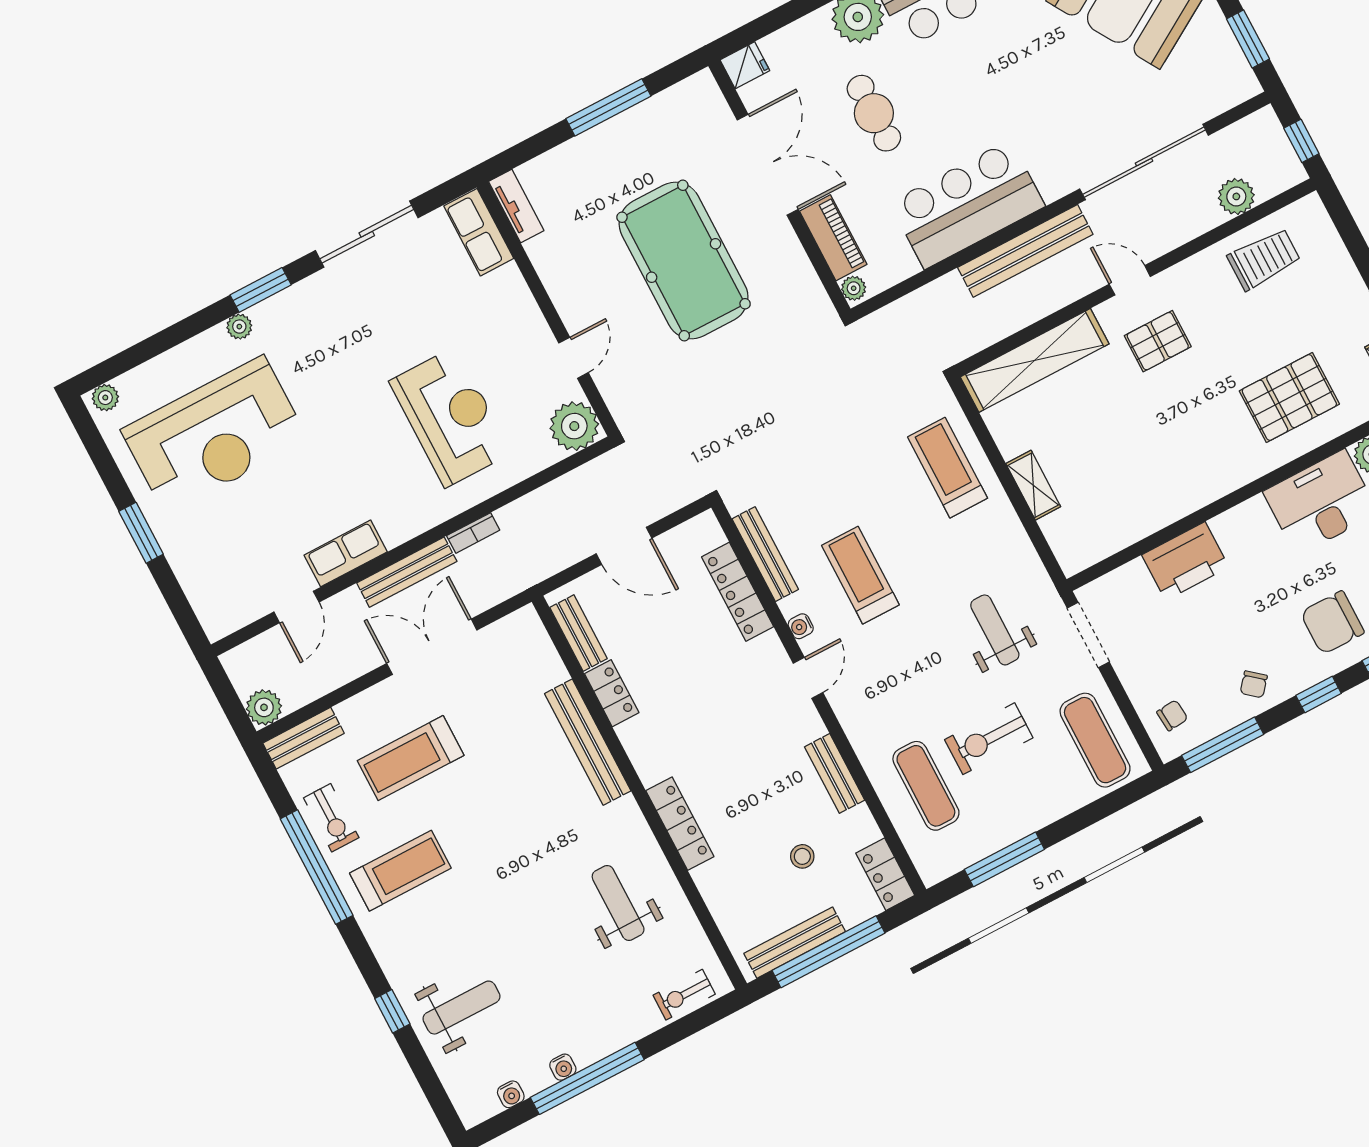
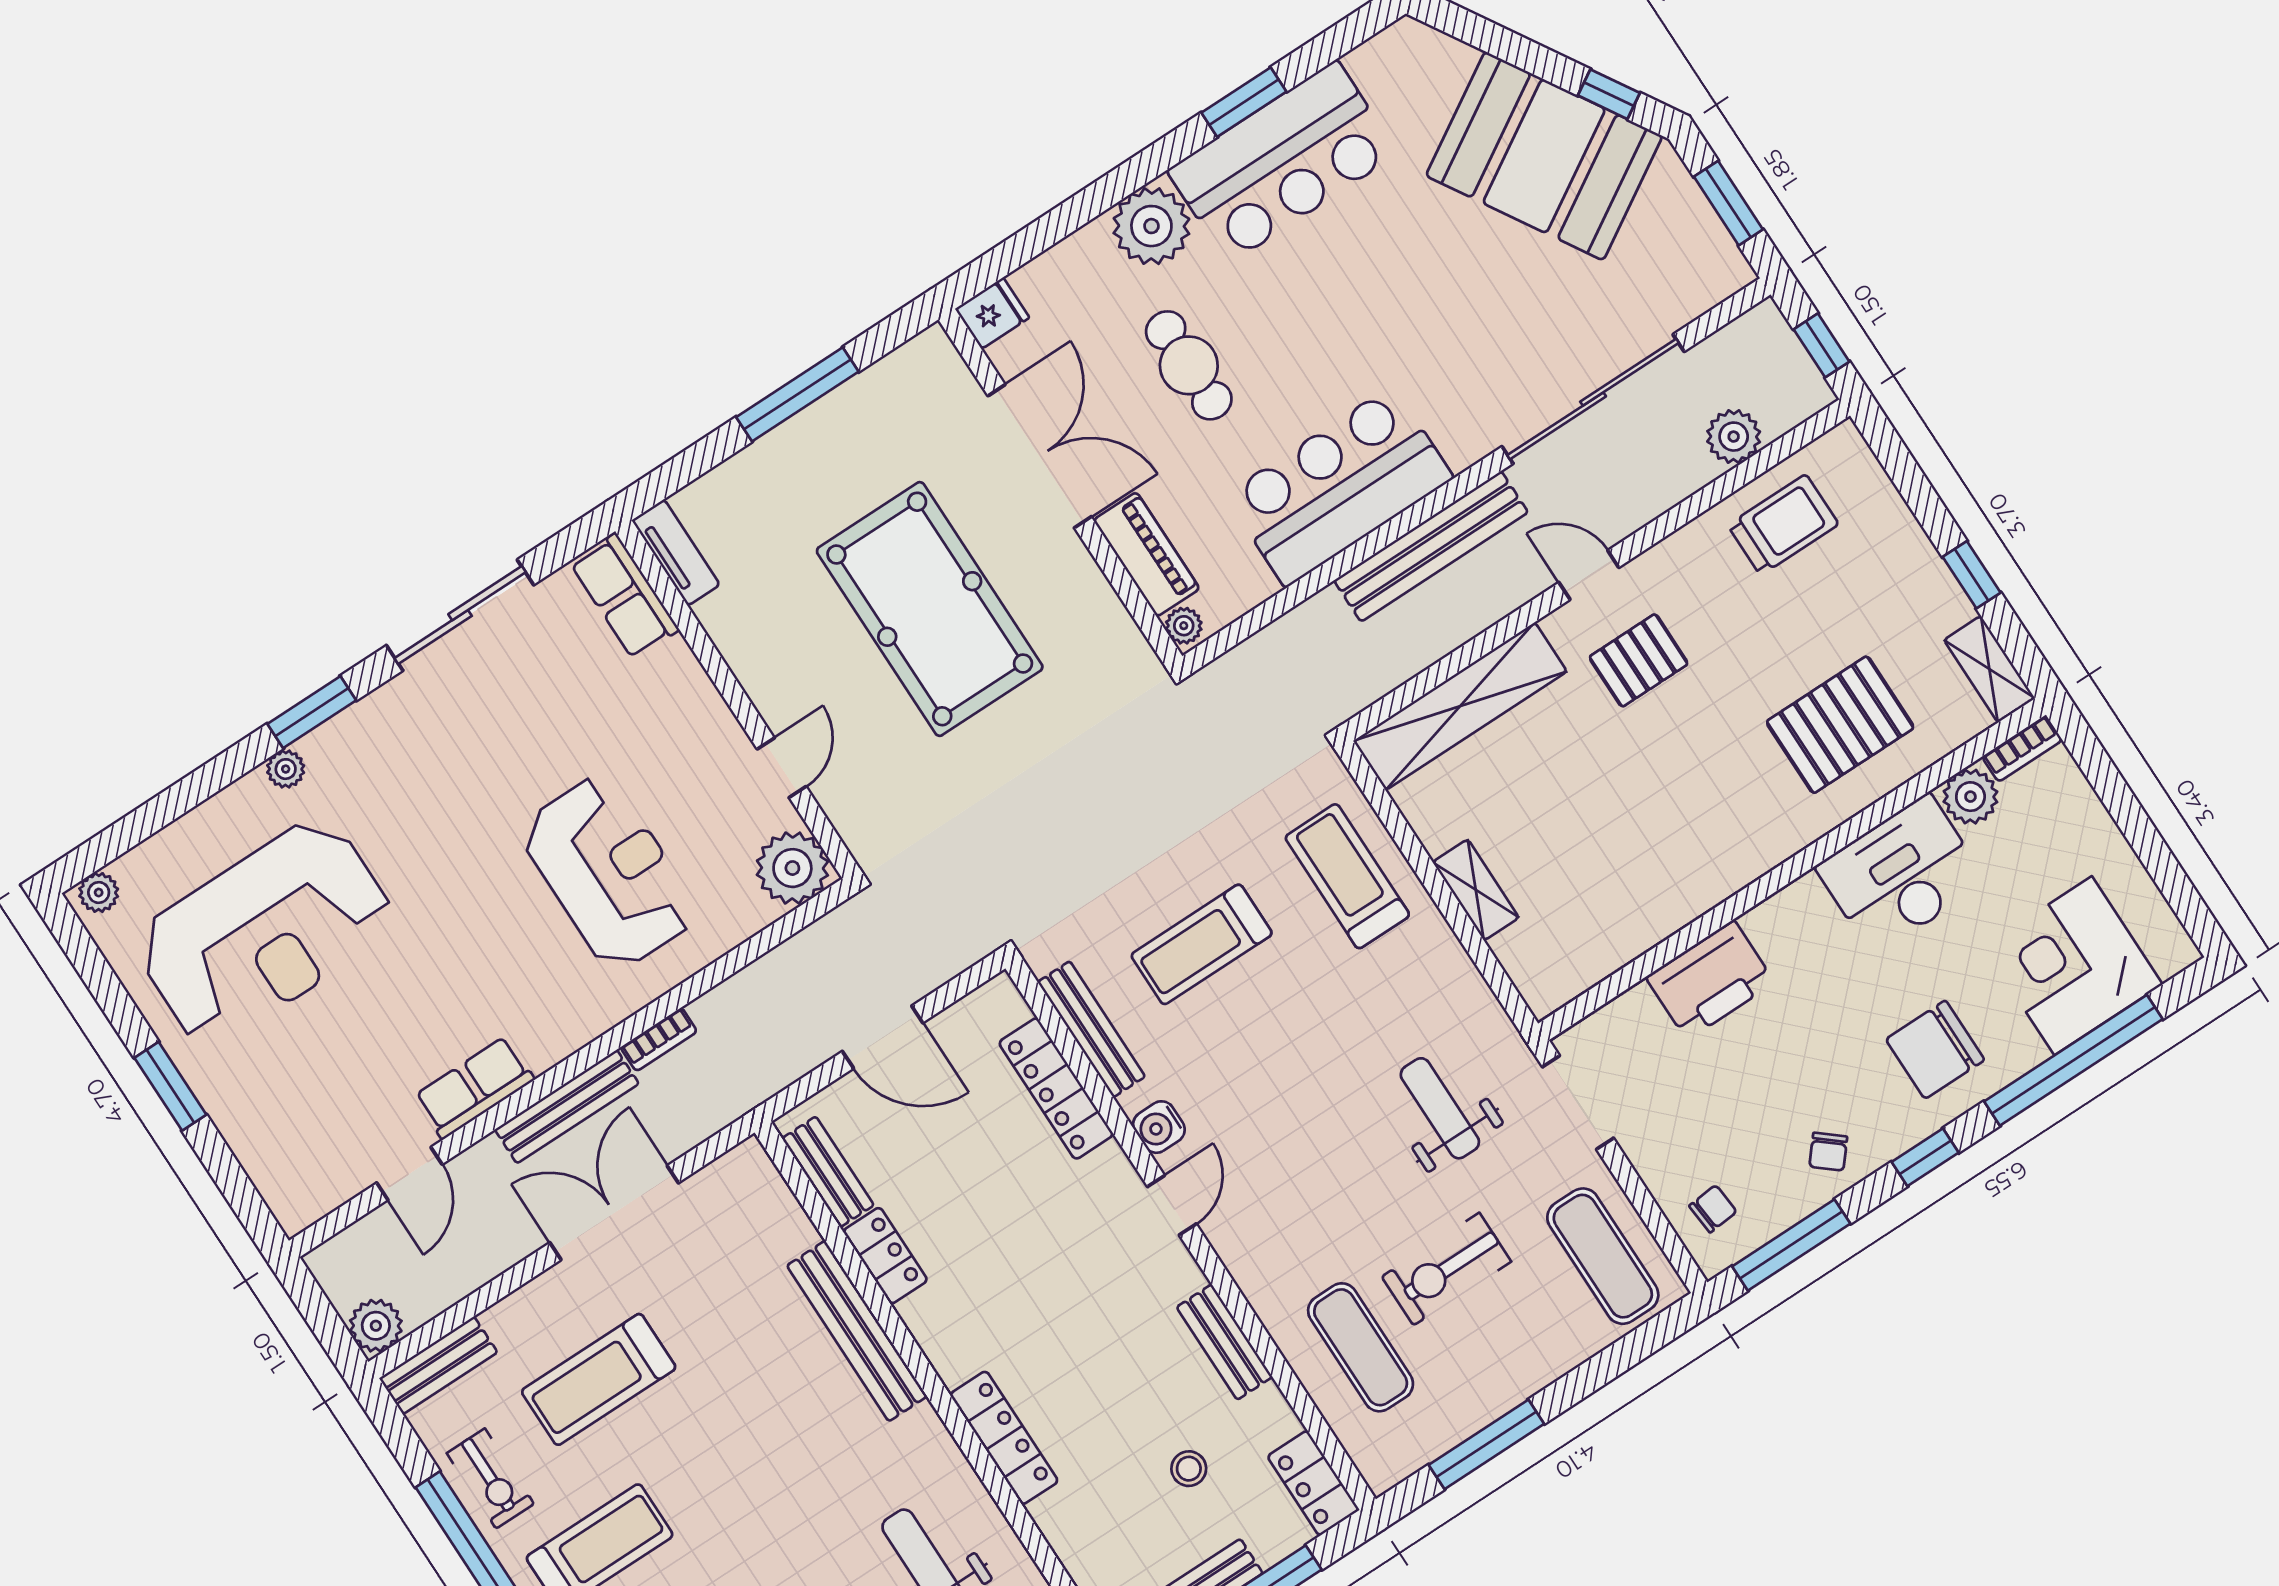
treadmill: (860, 575) -> (1202, 944), moved, turned -90
water cooler: (801, 626) -> (1159, 1127), width x1.38, depth x1.38

